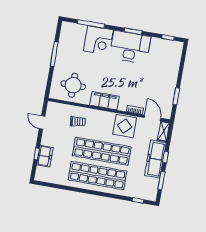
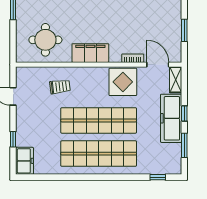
freezer: (45, 156) -> (25, 161), moved

